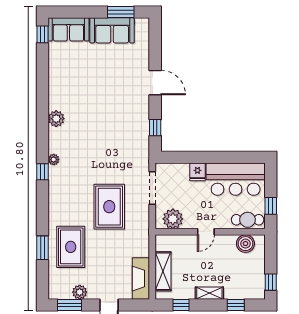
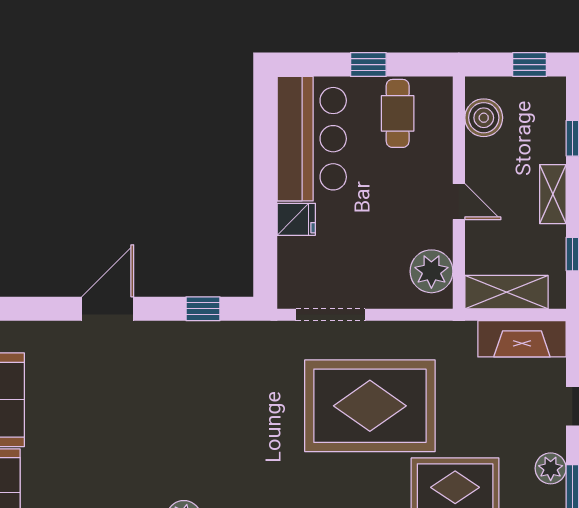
rug: (109, 207) -> (370, 406), width x1.37, depth x1.44
plant: (173, 219) -> (431, 271), moved
door: (206, 232) -> (459, 202), moved
wall: (210, 232) -> (459, 193), moved
boiler: (245, 244) -> (484, 118), moved

